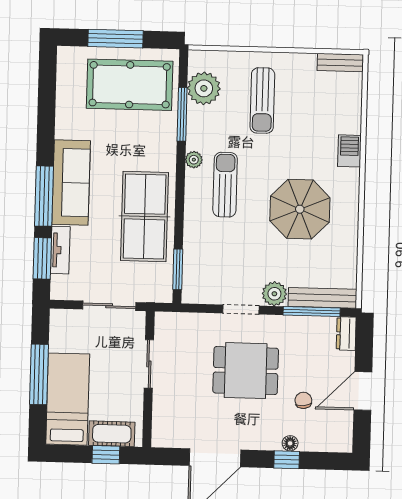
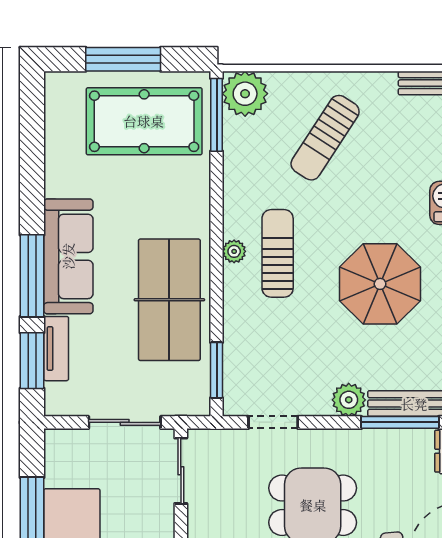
plant: (204, 88) -> (245, 94), moved
sun lounger: (262, 101) -> (325, 138), turned 33
window: (182, 114) -> (217, 115), moved
plant: (194, 160) -> (234, 251), moved
doorway: (241, 309) -> (273, 422), moved
sliding door: (149, 364) -> (181, 471), moved

